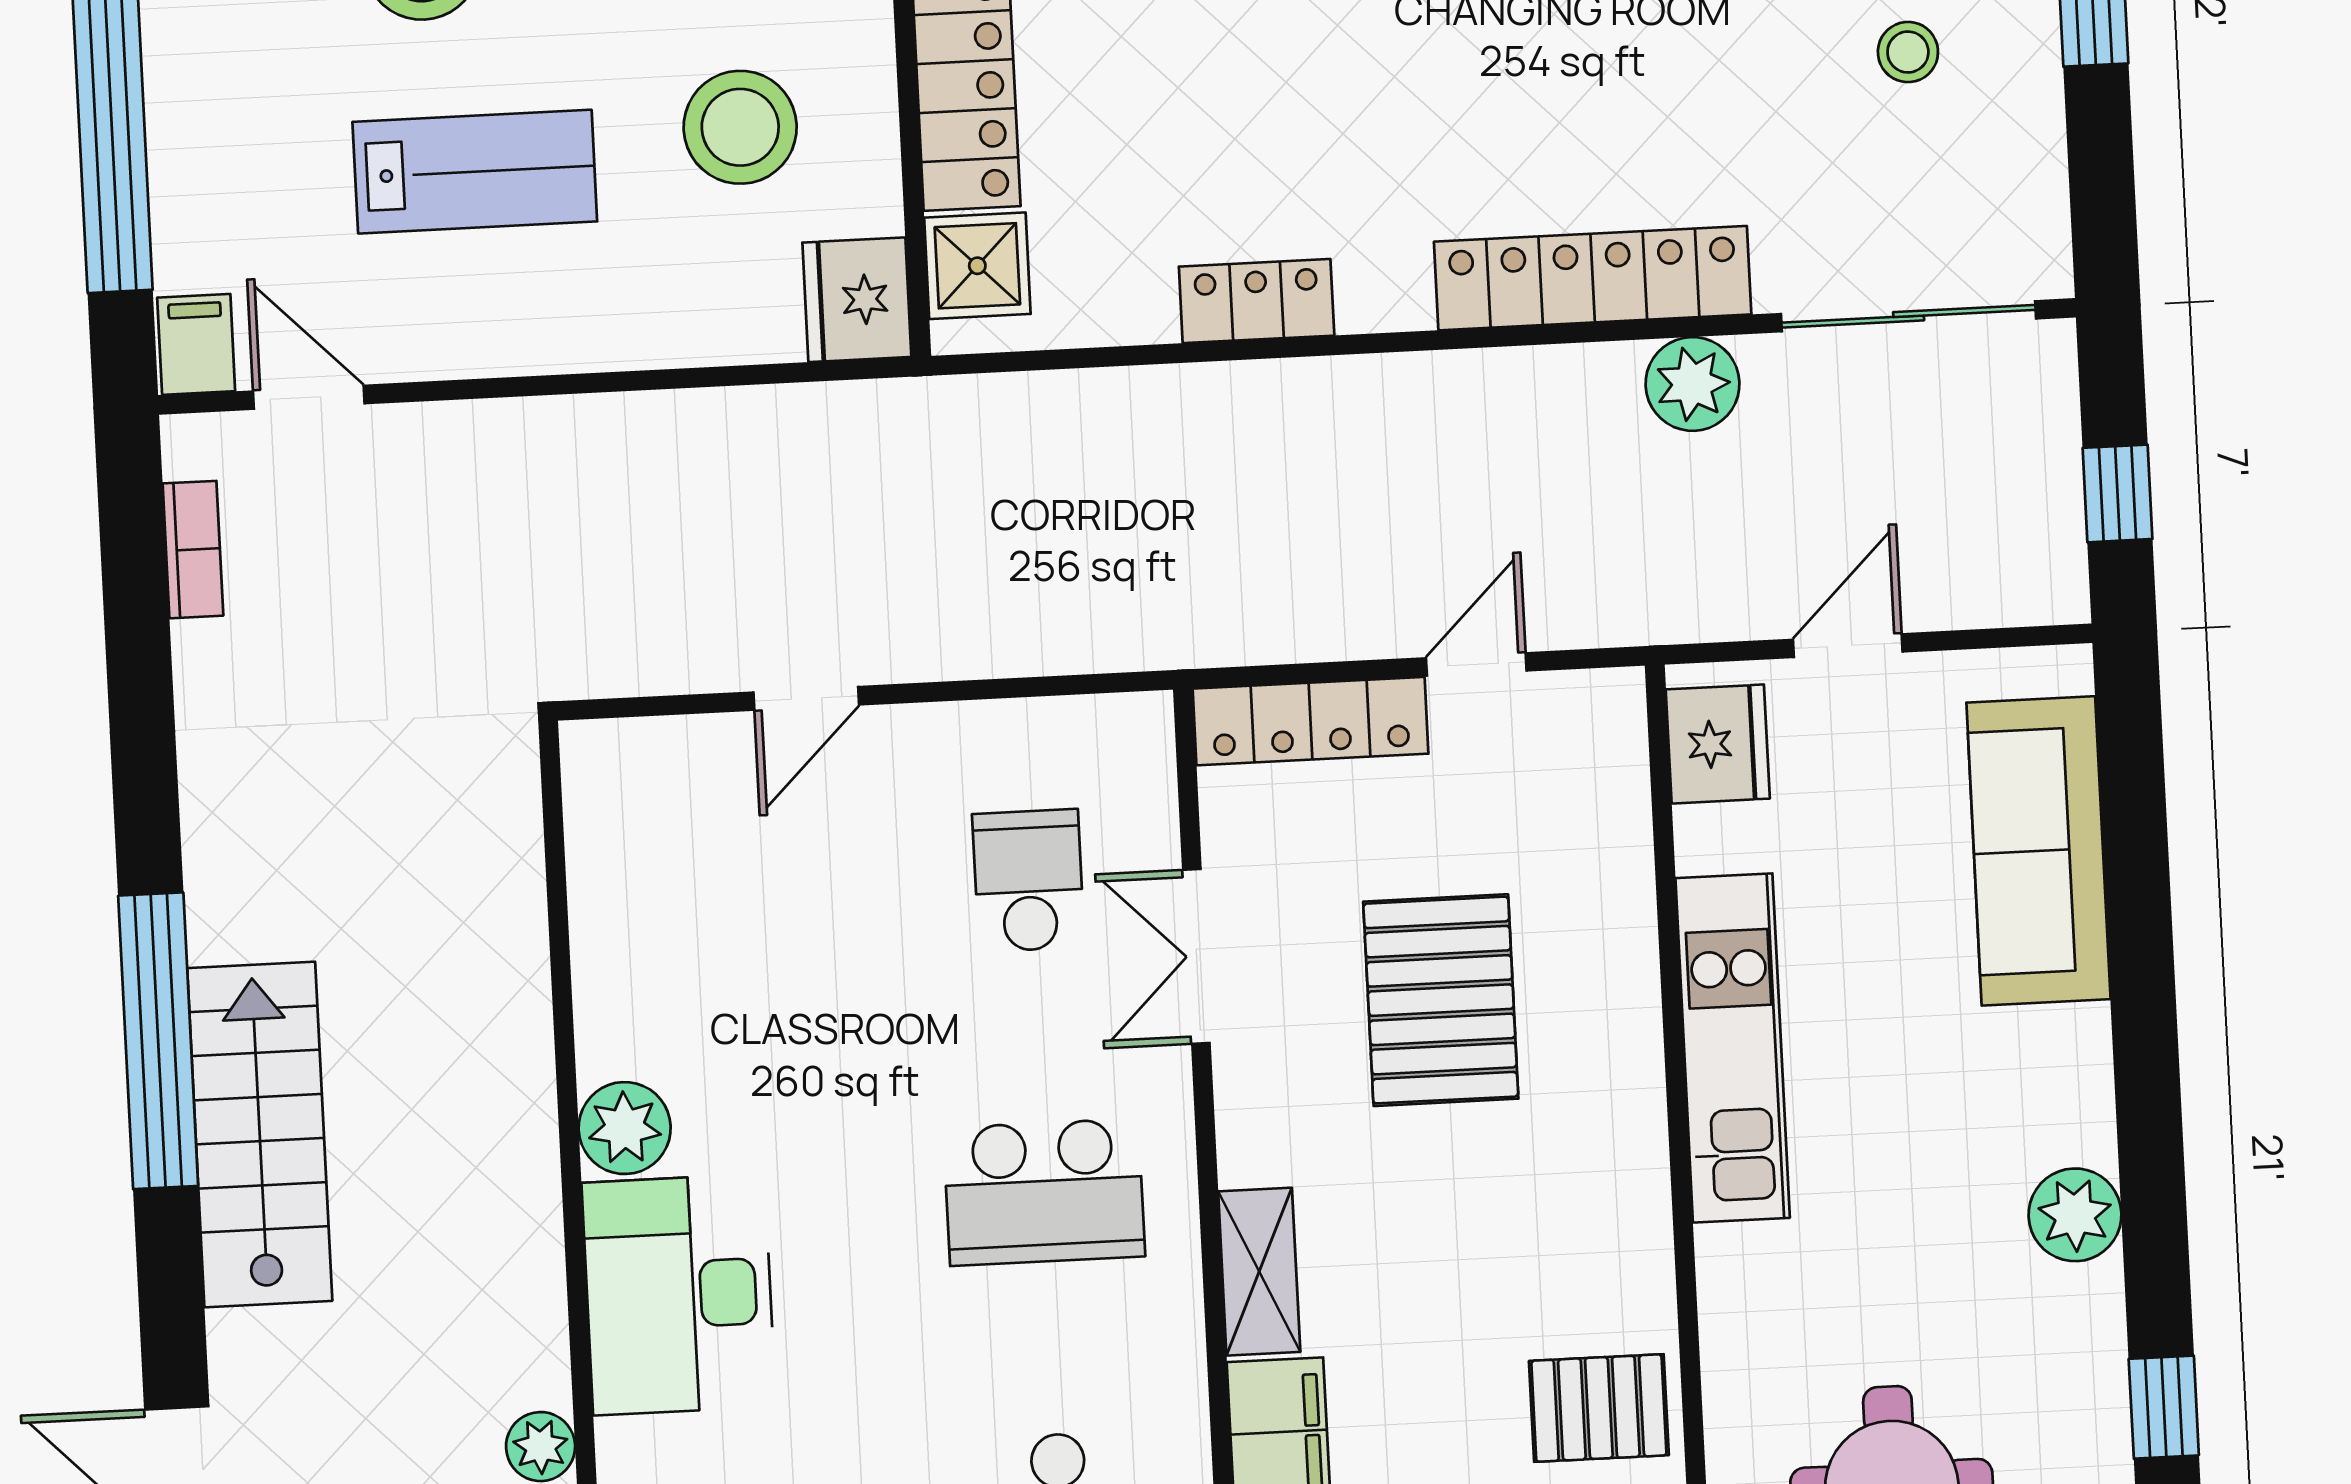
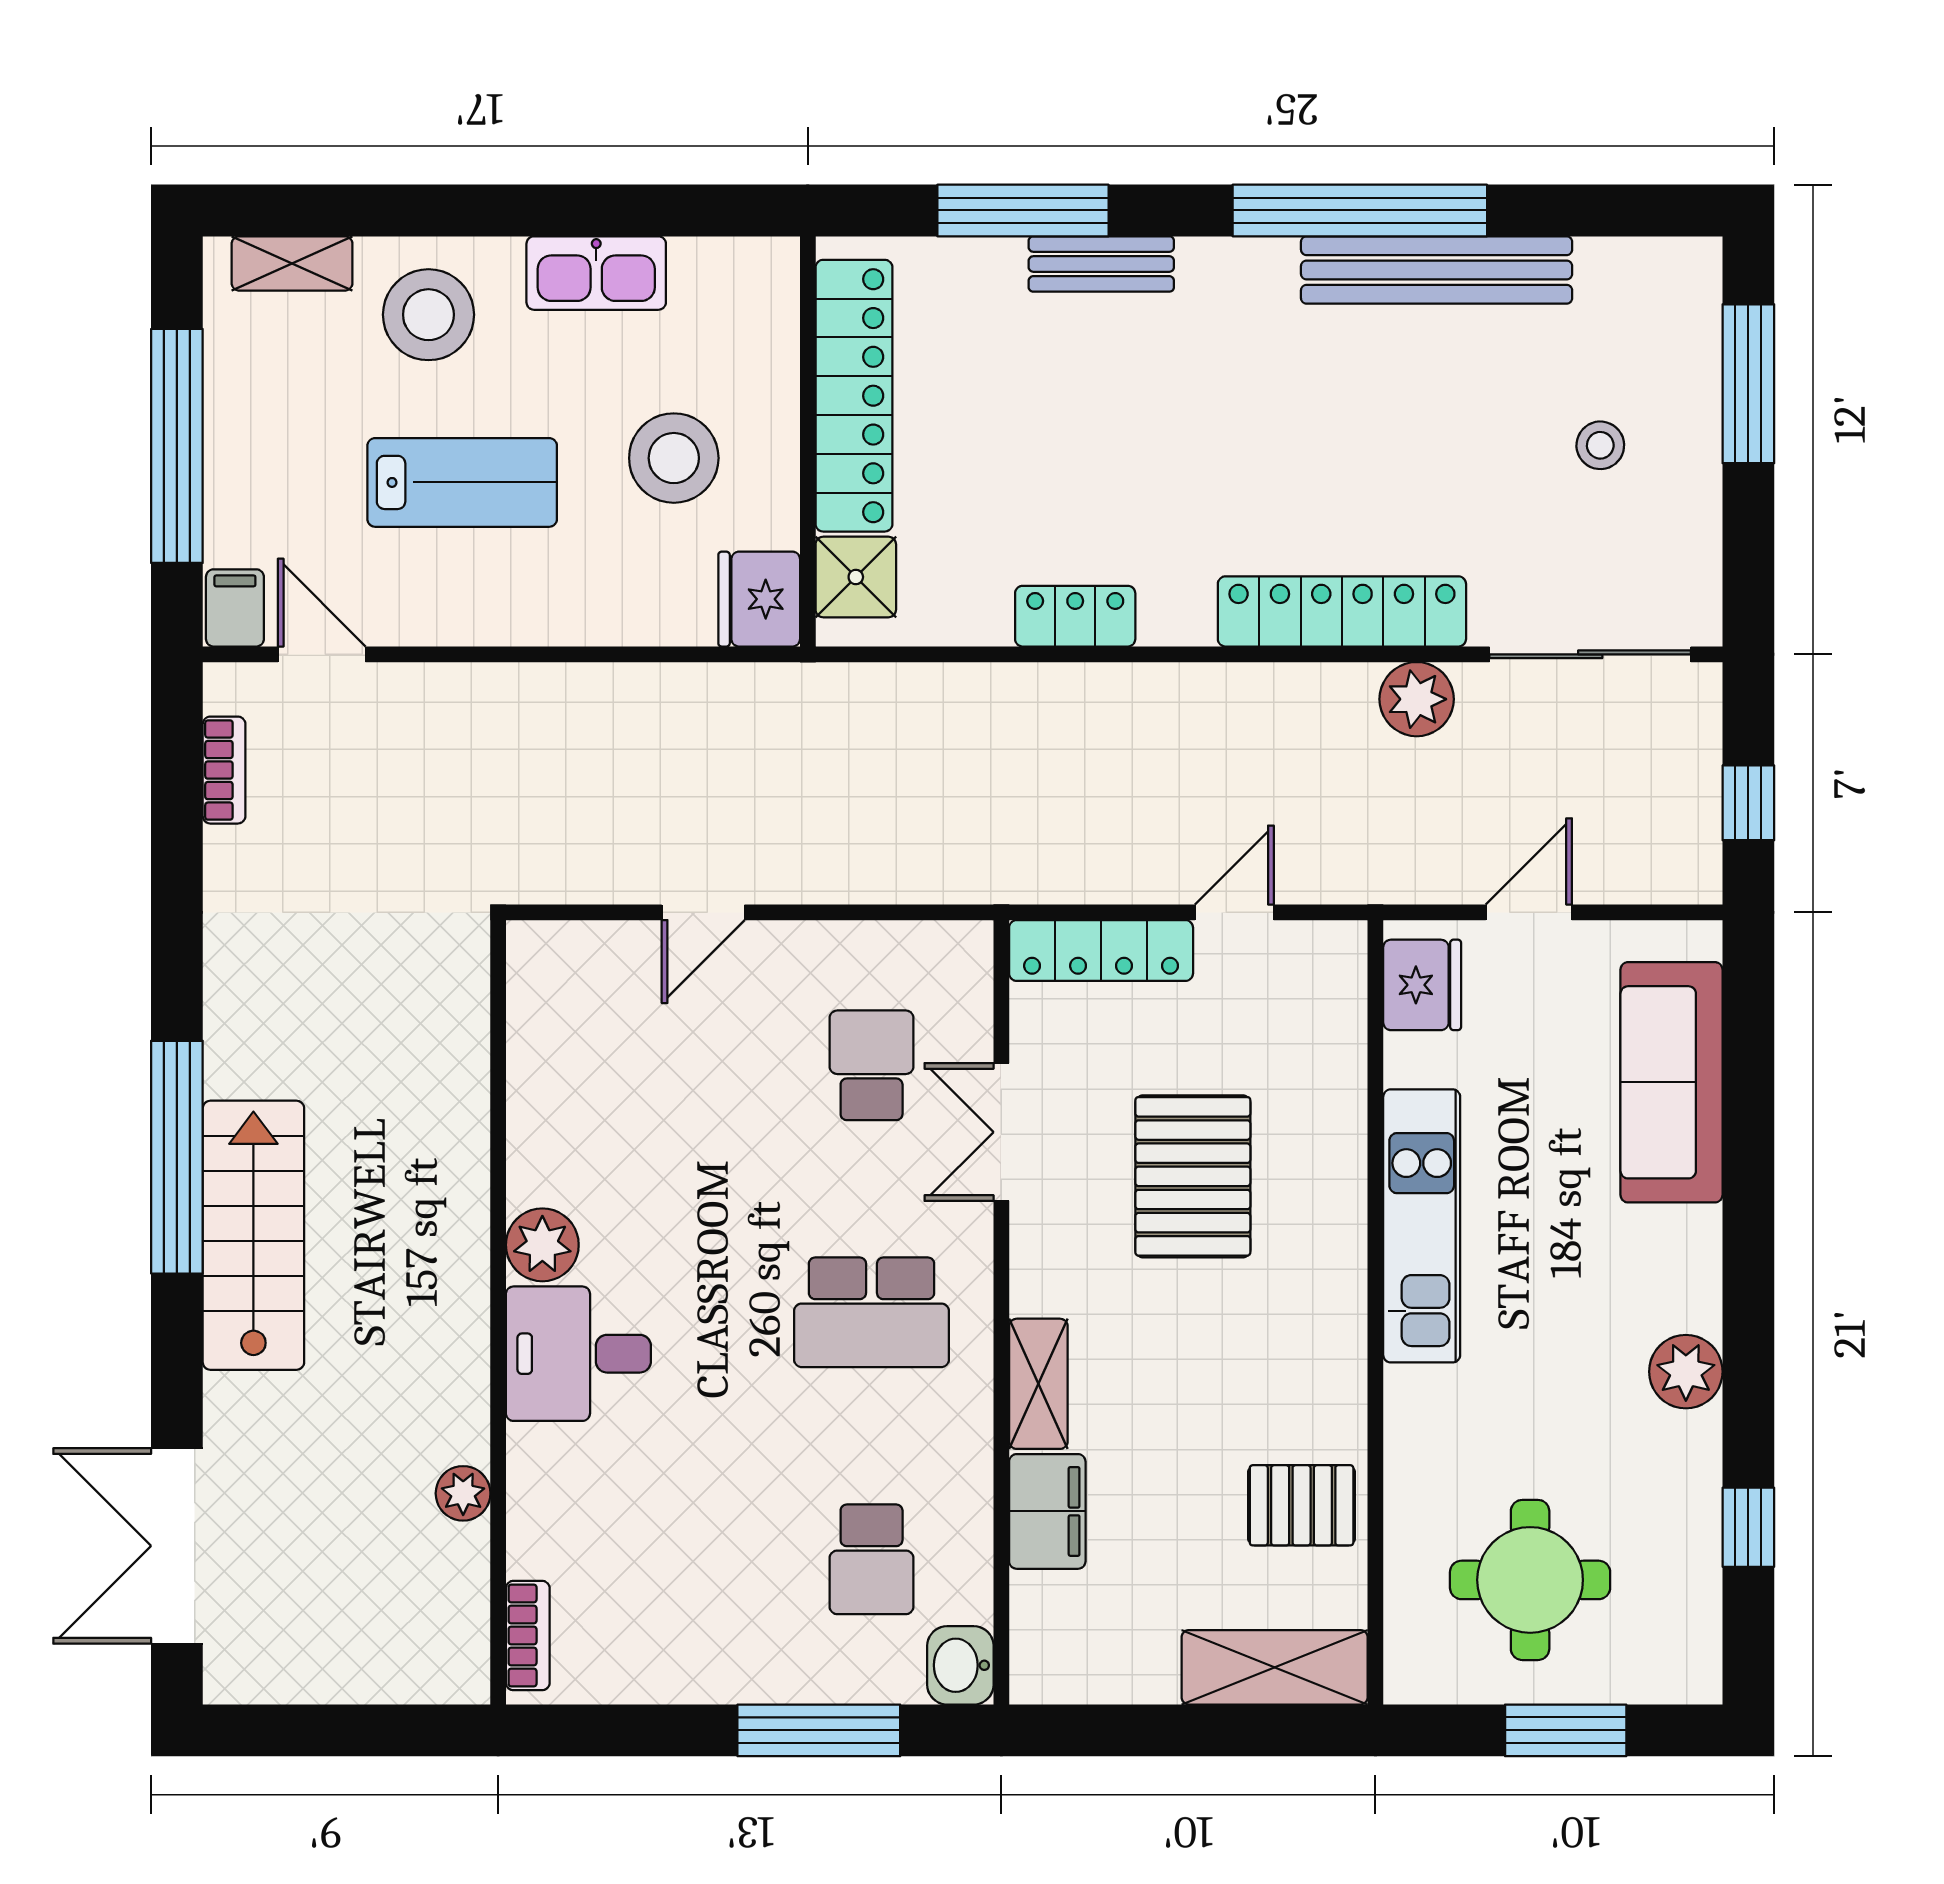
desk: (679, 1295) -> (578, 1354), width x0.73

